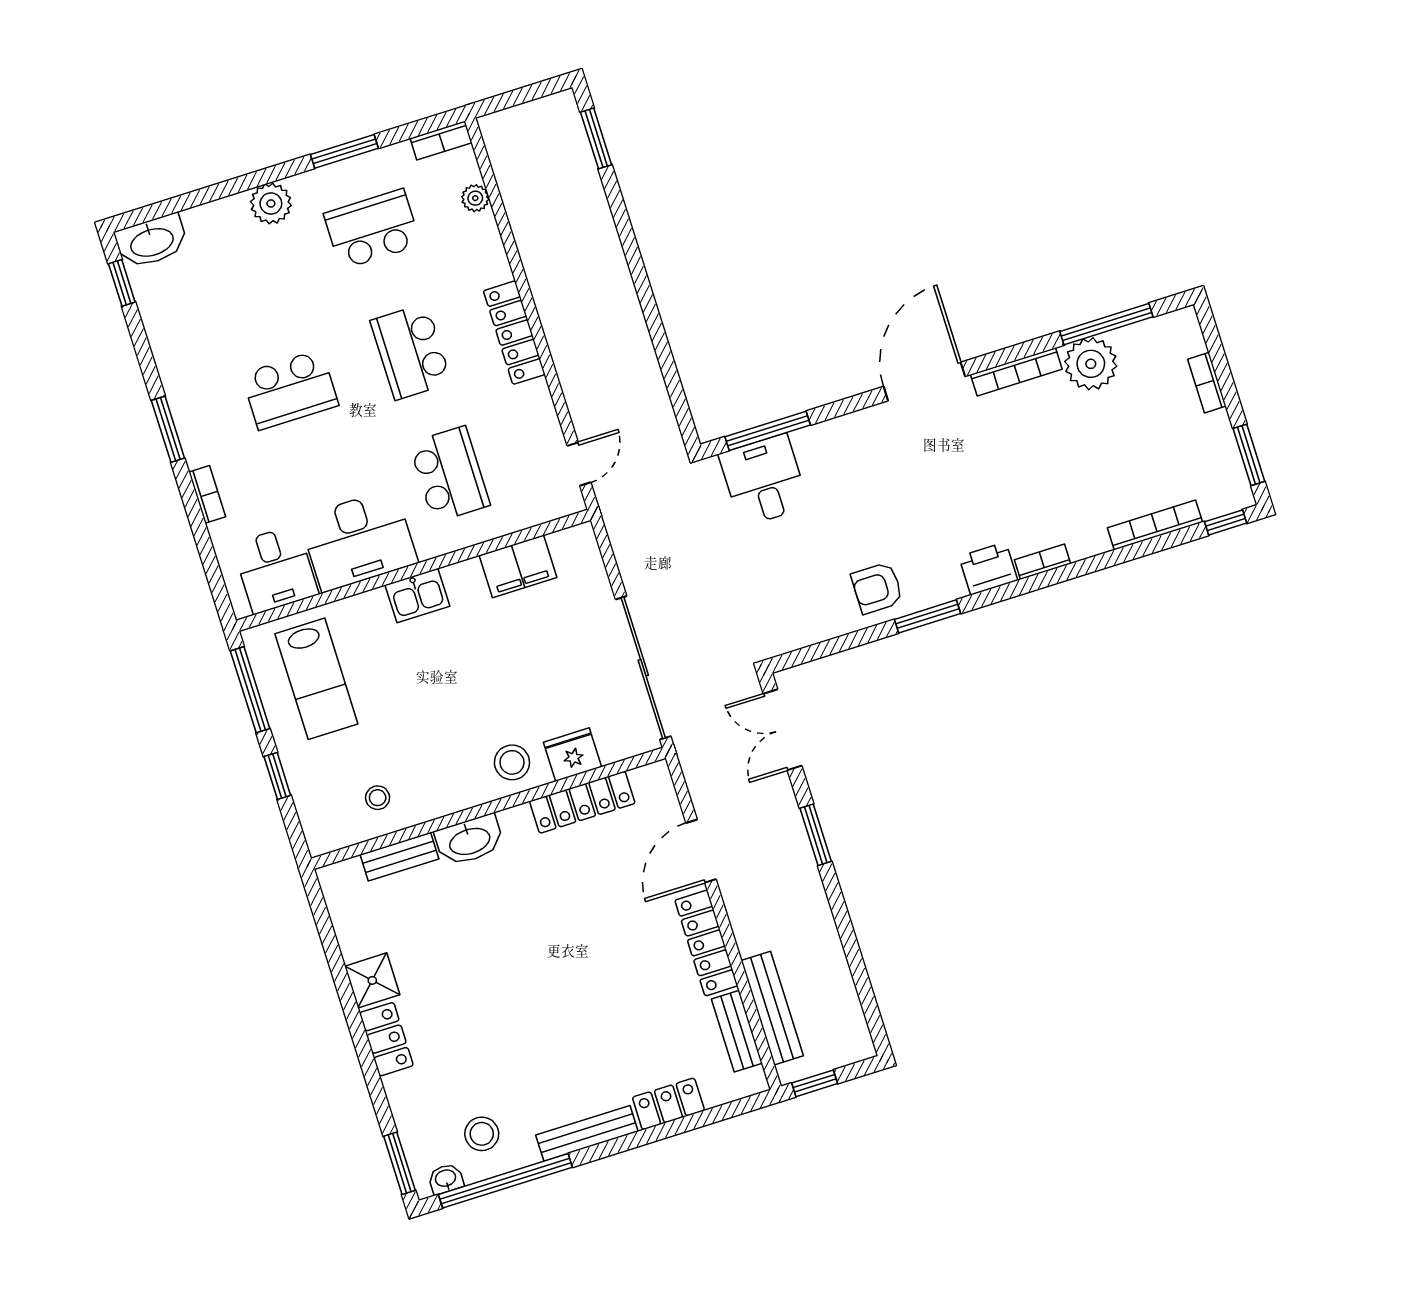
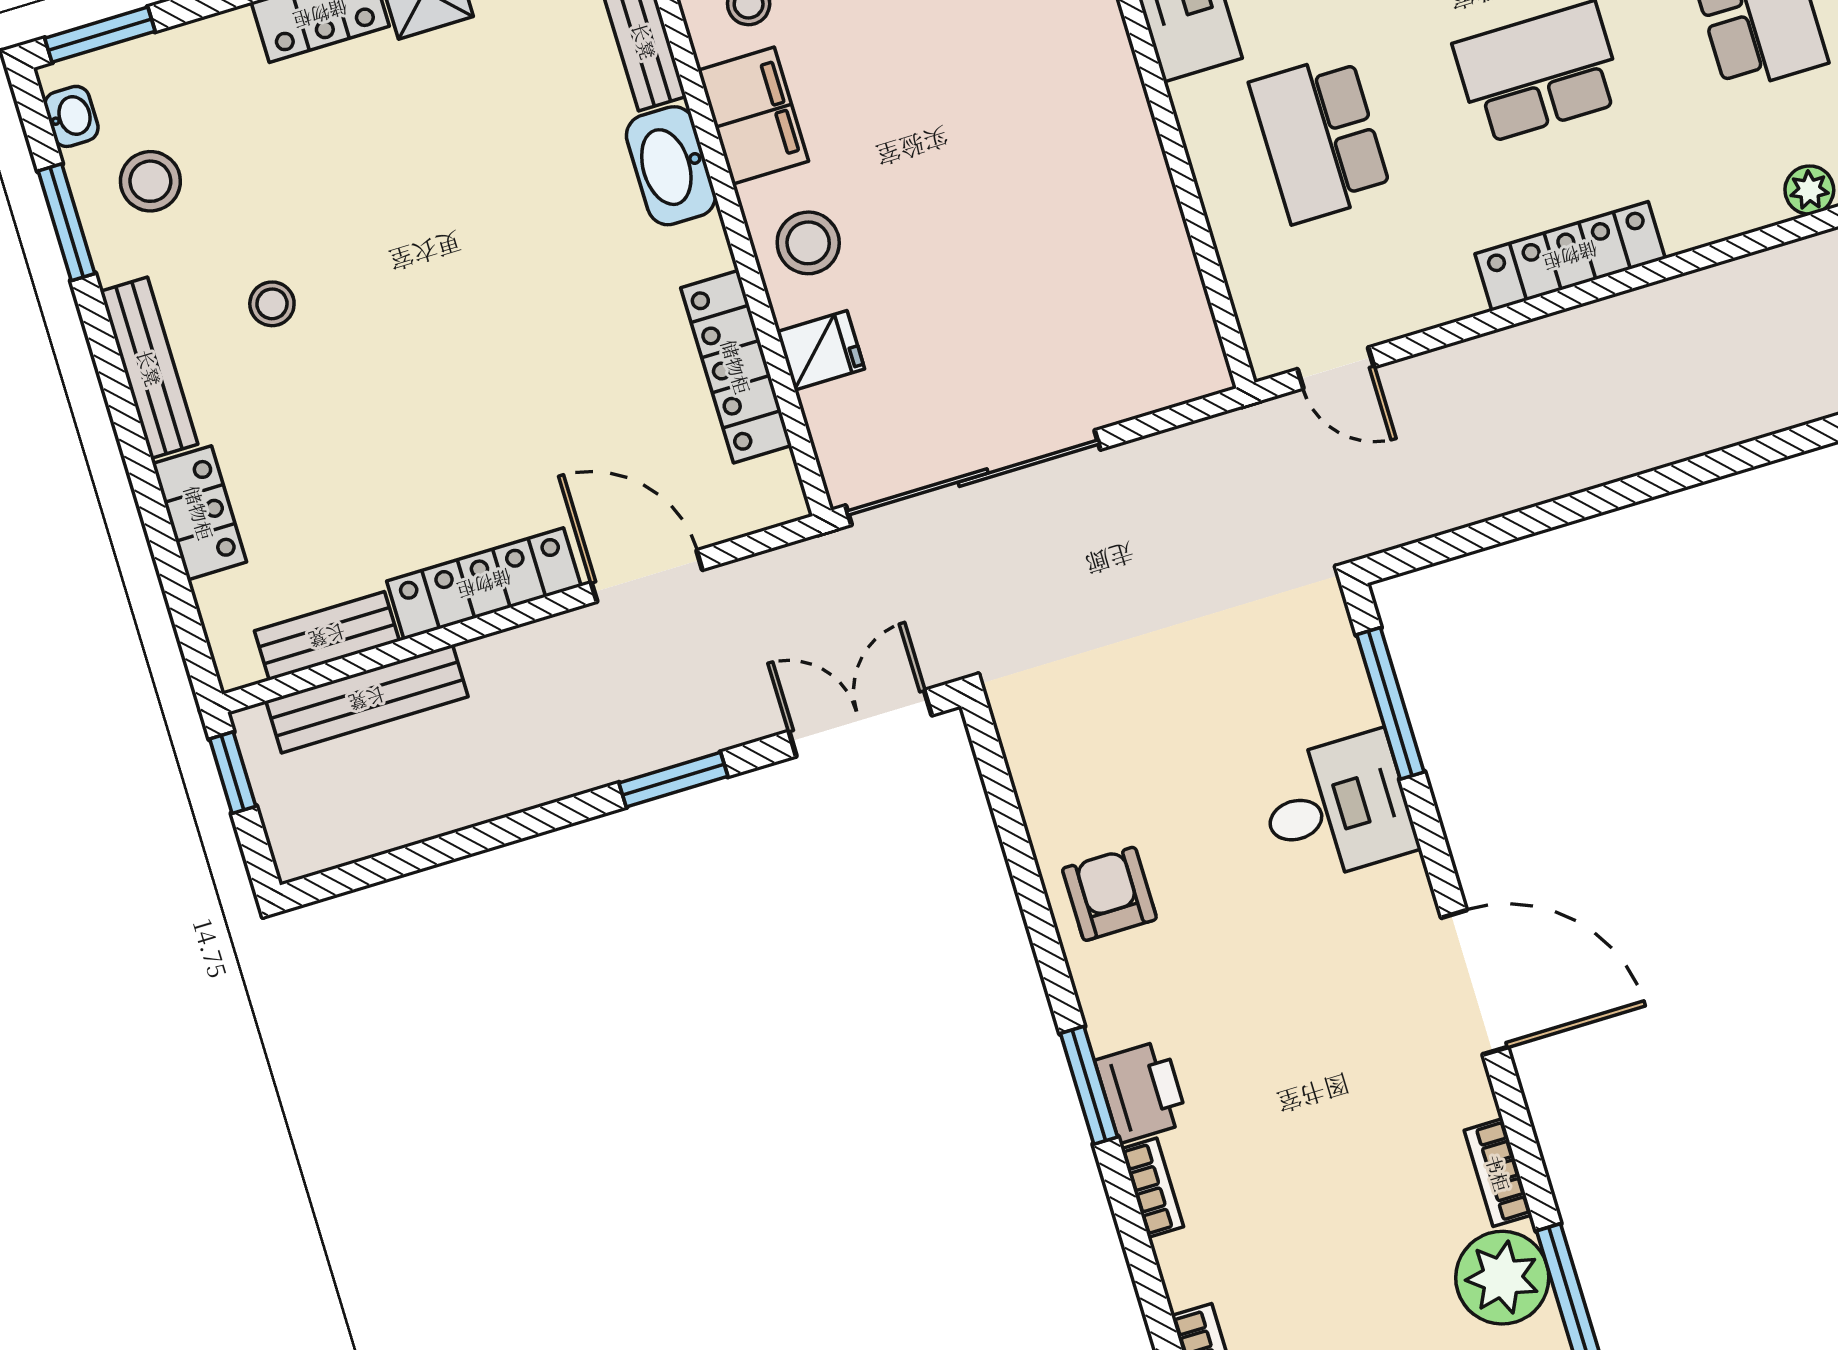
bookcase: (1016, 372) -> (1498, 1173), width x0.64
school desk: (450, 474) -> (1320, 138), turned 90
desk: (764, 480) -> (1337, 808), moved
filing cabinet: (518, 566) -> (753, 116), moved, turned 180
kitchen sink: (417, 596) -> (1106, 79), removed
window: (927, 616) -> (1089, 1085), moved
fridge: (572, 755) -> (821, 350), width x0.72
stool: (550, 1064) -> (272, 304), added
window: (505, 1181) -> (67, 222), width x0.47

